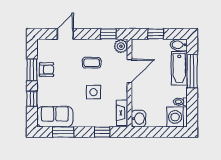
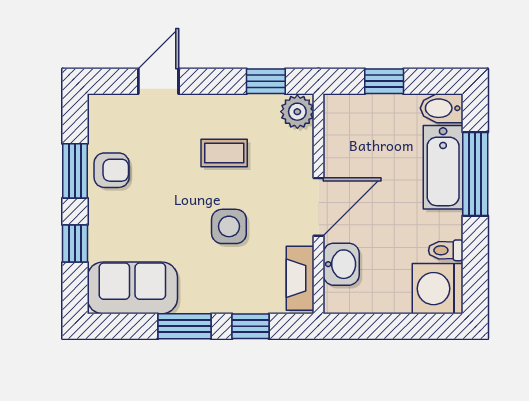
door: (129, 71) -> (319, 207), moved
washbasin: (138, 119) -> (341, 264), moved
window: (63, 132) -> (184, 326), moved

